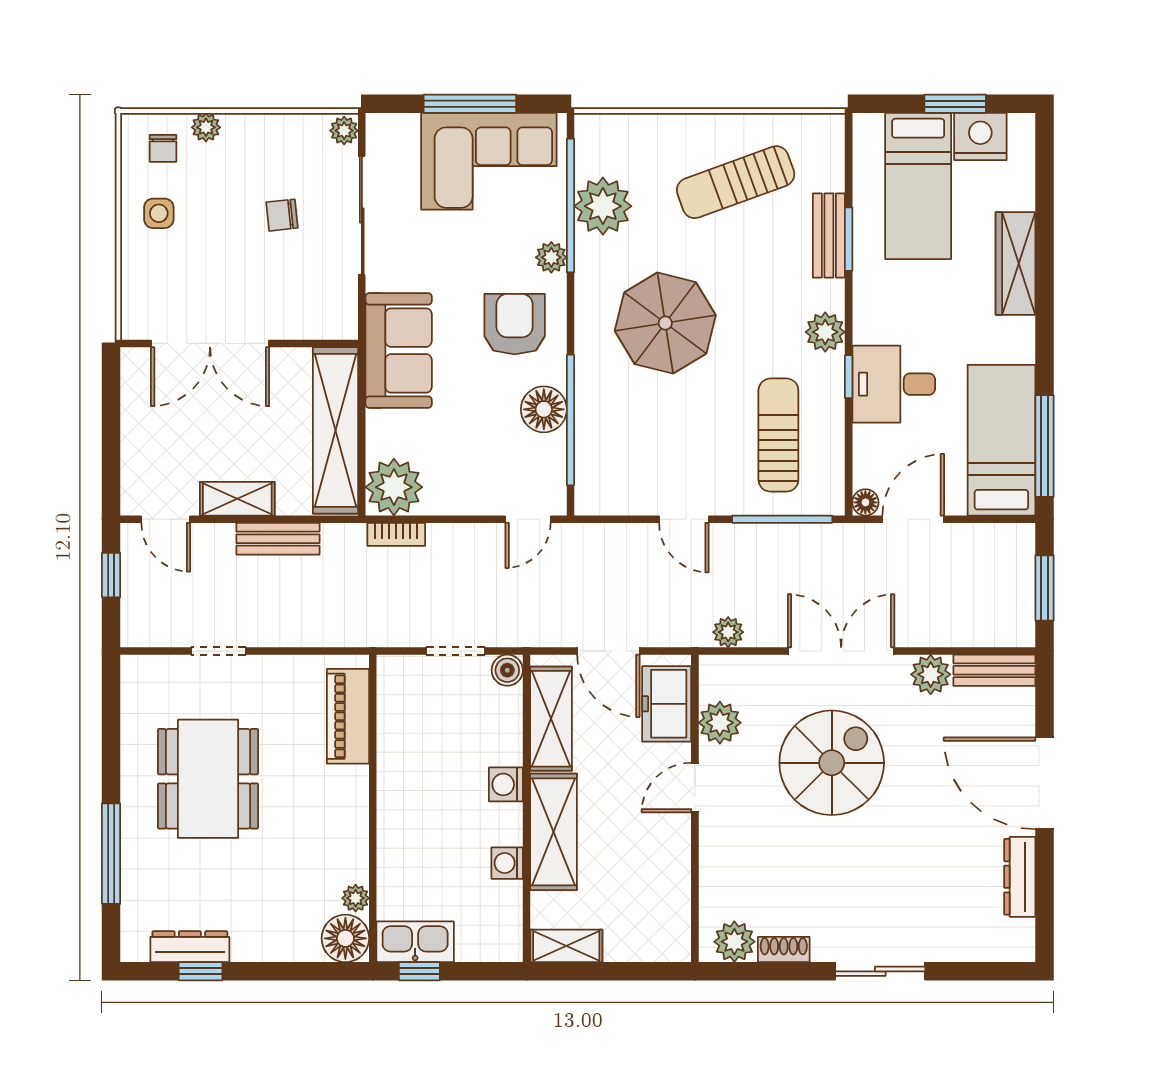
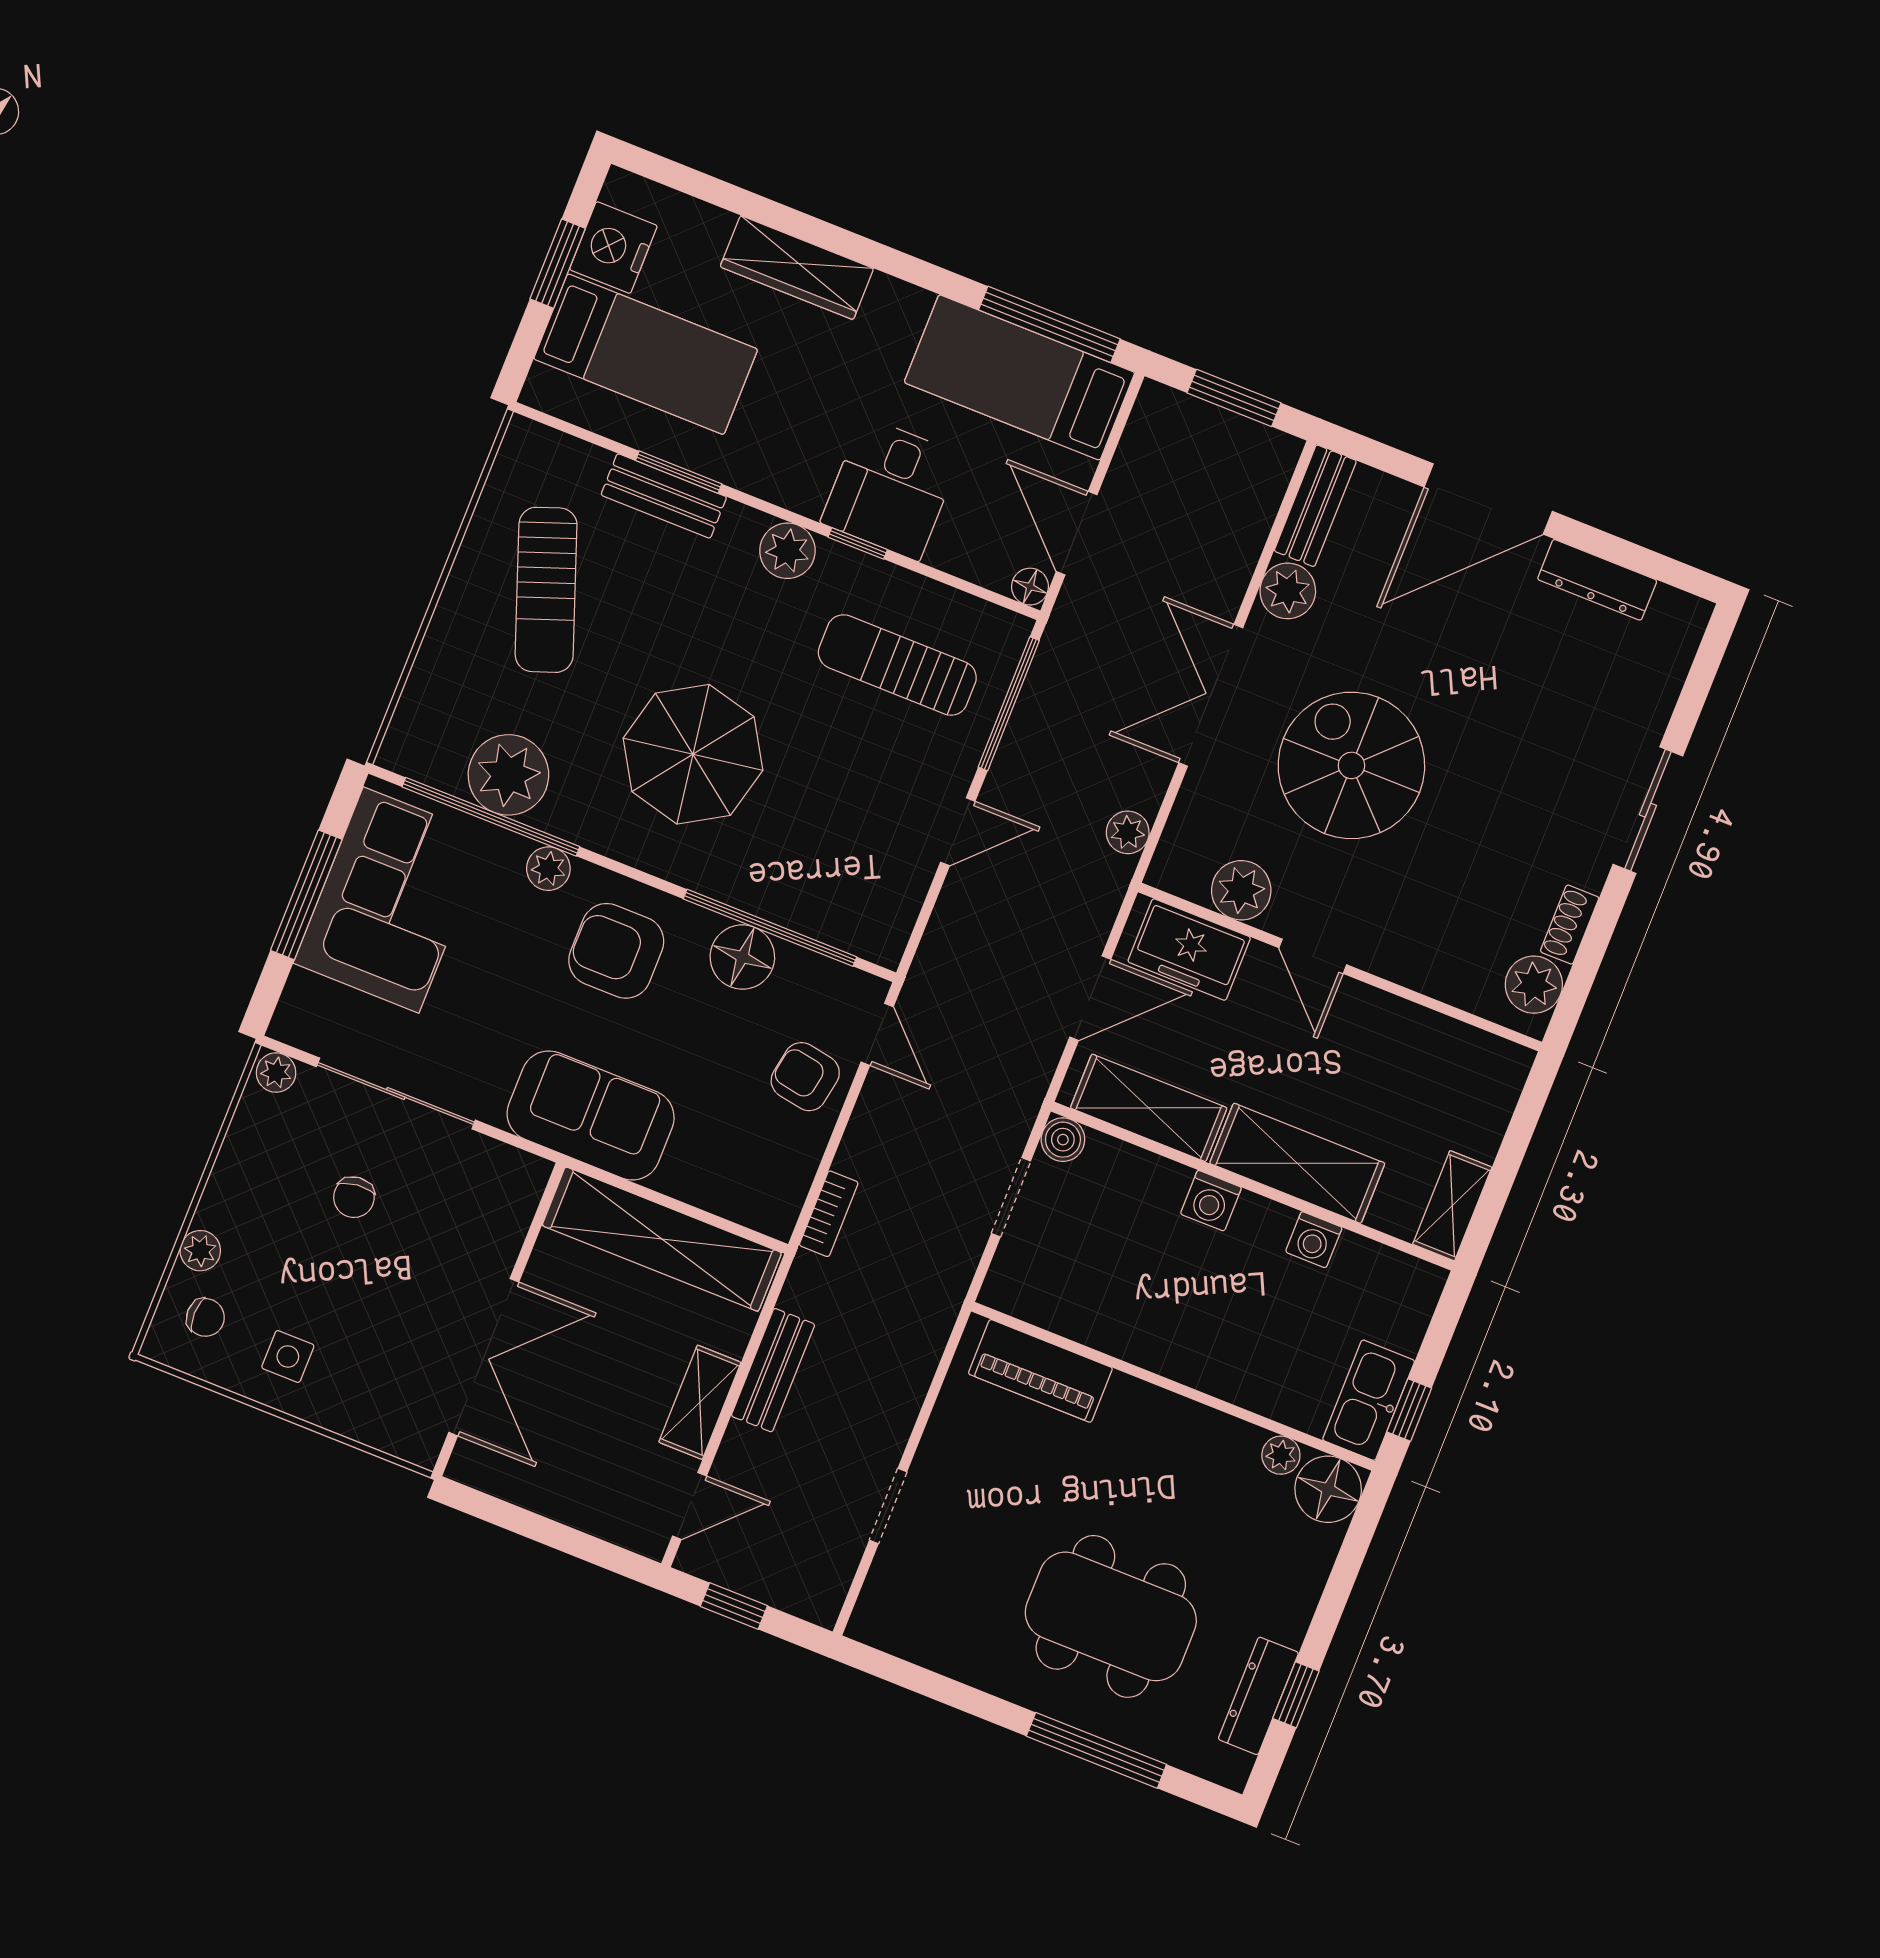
armchair: (481, 483) -> (805, 1077), added
plant: (394, 487) -> (766, 1192), removed
dining table: (208, 779) -> (1111, 1616), moved

